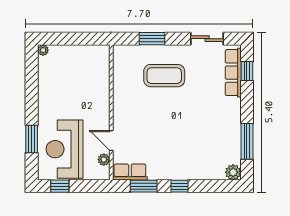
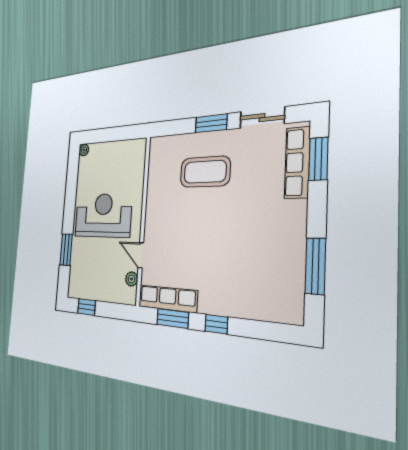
window: (152, 39) -> (211, 123), moved
window: (247, 71) -> (318, 159), width x1.50
reception desk: (65, 149) -> (103, 215), moved, turned 90
row of seats: (130, 172) -> (167, 299), width x1.48
plant: (233, 172) -> (292, 312), removed

